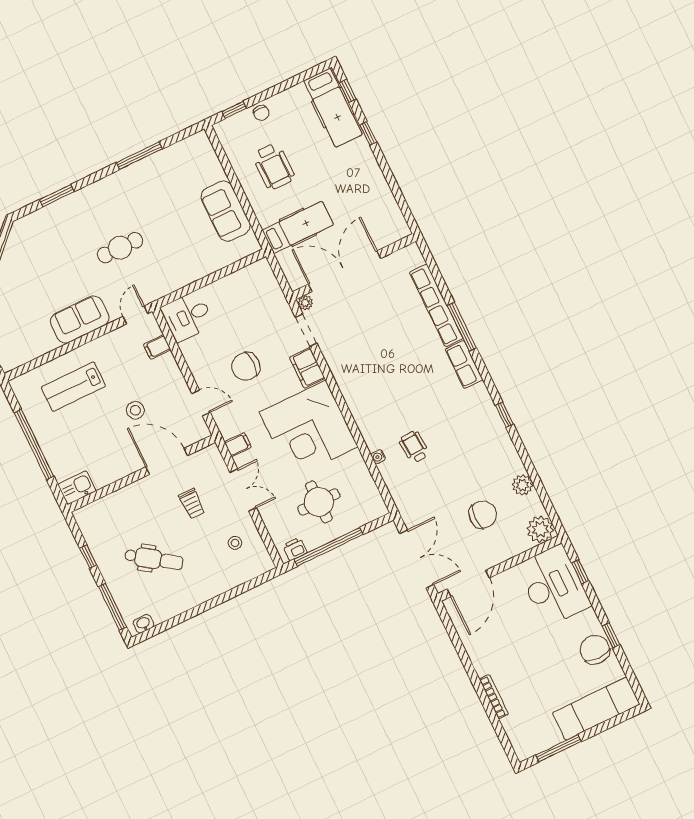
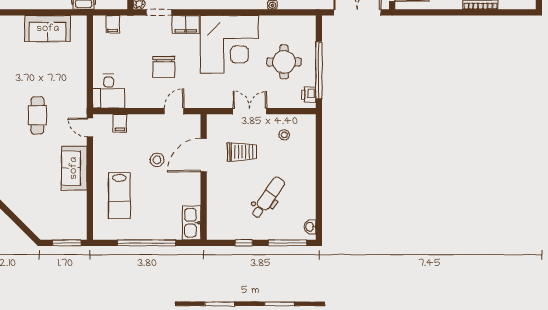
filing cabinet: (238, 445) -> (113, 24), moved, turned 180
kitchen sink: (77, 488) -> (192, 223), width x1.38
trolley: (192, 504) -> (242, 152), width x1.36, depth x1.39

